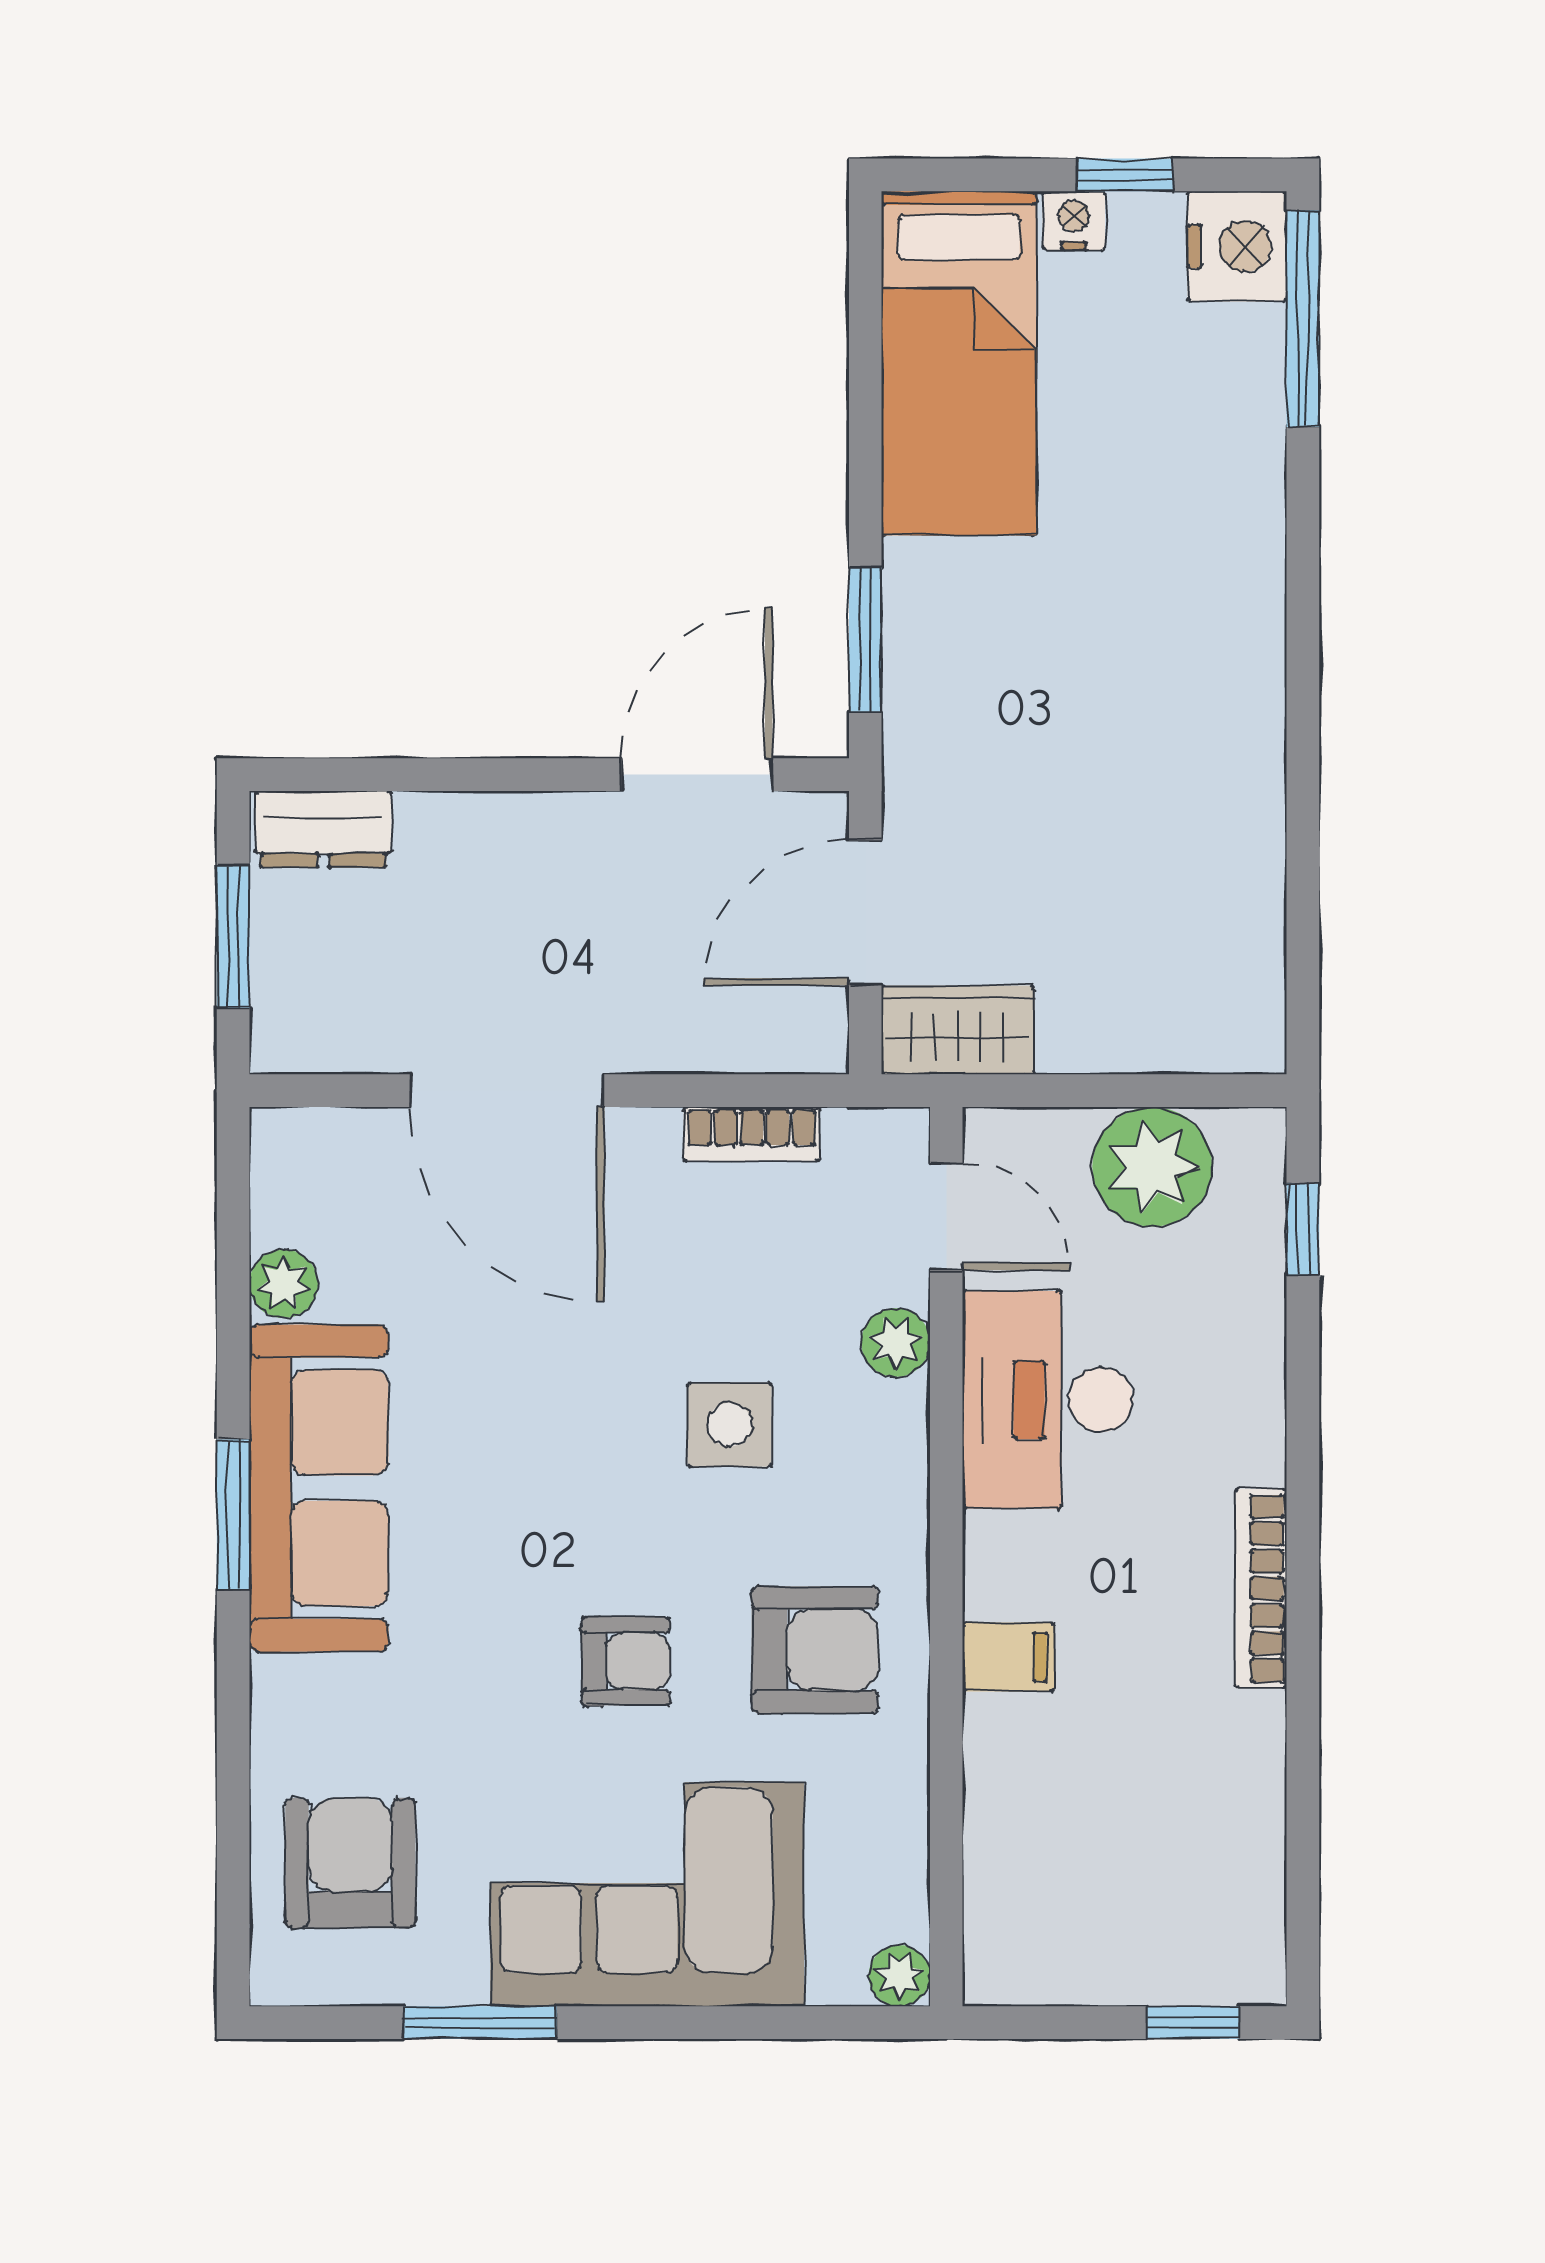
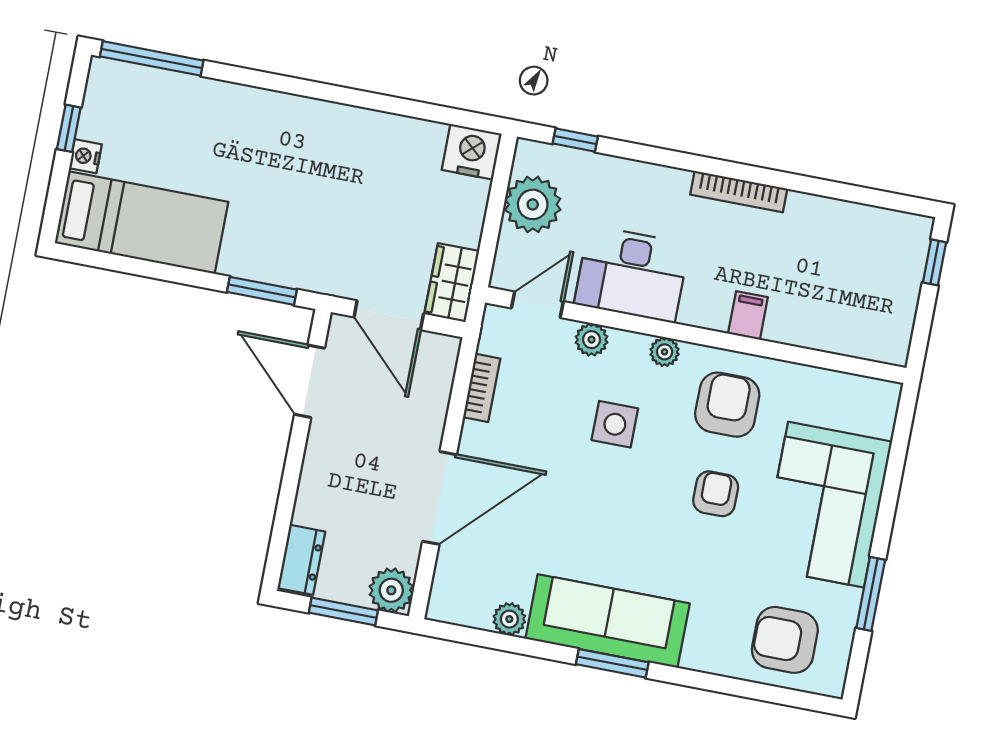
nightstand: (1237, 246) -> (472, 152), moved
plant: (296, 1028) -> (391, 590), added
plant: (899, 1976) -> (665, 352), moved

